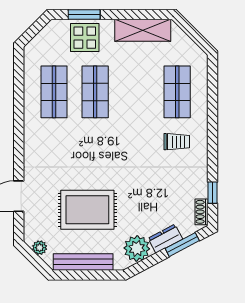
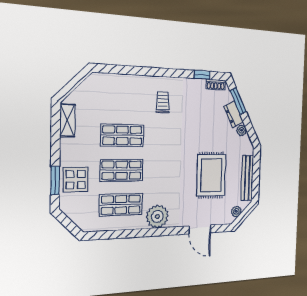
shelving: (143, 30) -> (67, 120), width x0.67, depth x0.75
shop shelf: (177, 92) -> (122, 135), moved
plant: (38, 138) -> (157, 216), added
plant: (137, 248) -> (242, 130), width x0.53, depth x0.53

